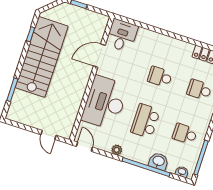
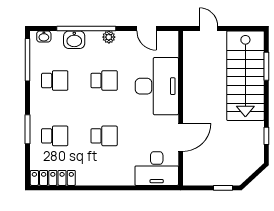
desk: (122, 35) -> (157, 169), width x1.37
stairs: (42, 57) -> (245, 76), moved
school desk: (145, 121) -> (104, 81), width x0.54
door: (84, 147) -> (146, 29), moved
plant: (117, 150) -> (109, 37), moved

